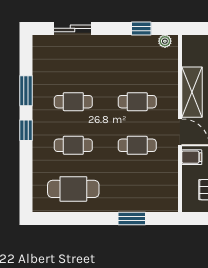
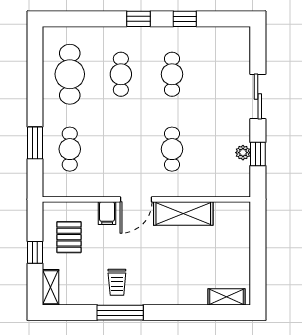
sliding door: (72, 28) -> (258, 96), moved
plant: (165, 41) -> (243, 153), moved
window: (26, 91) -> (185, 19), width x0.67
cafe table: (137, 145) -> (70, 149), moved

